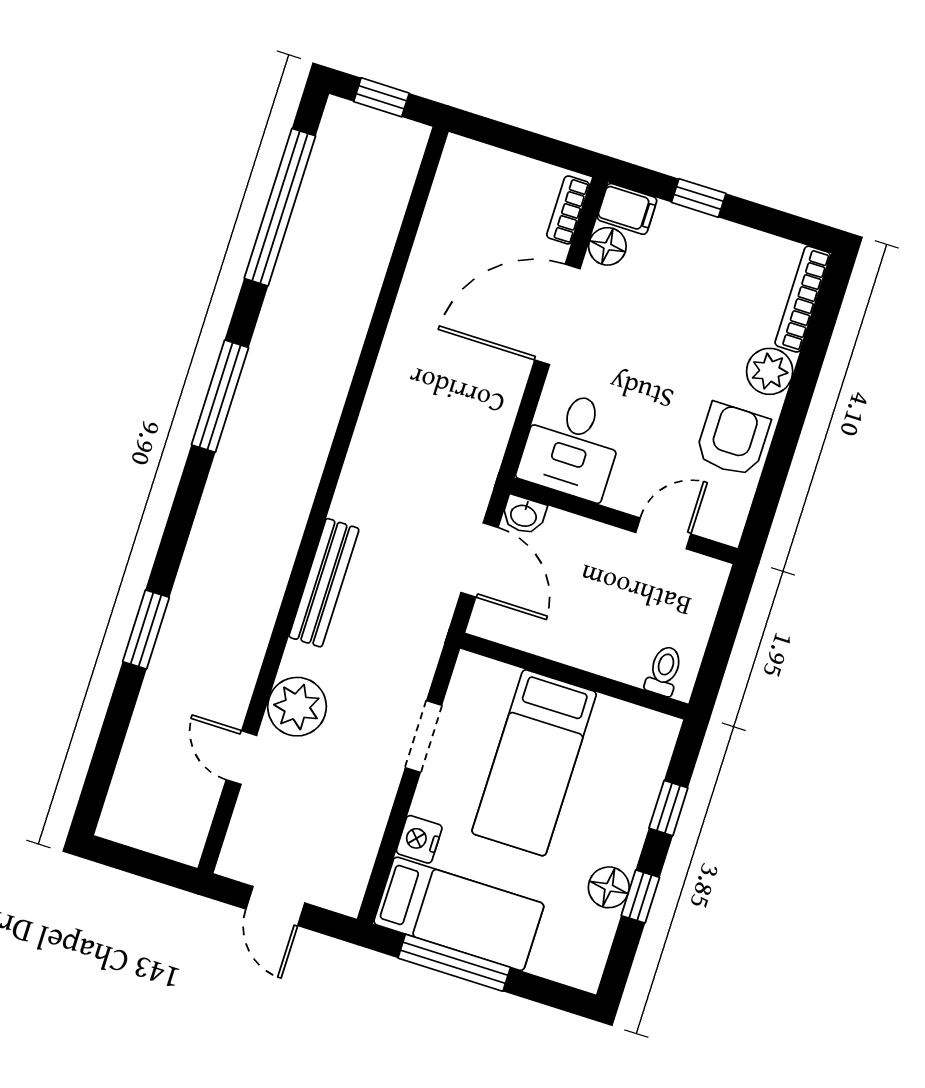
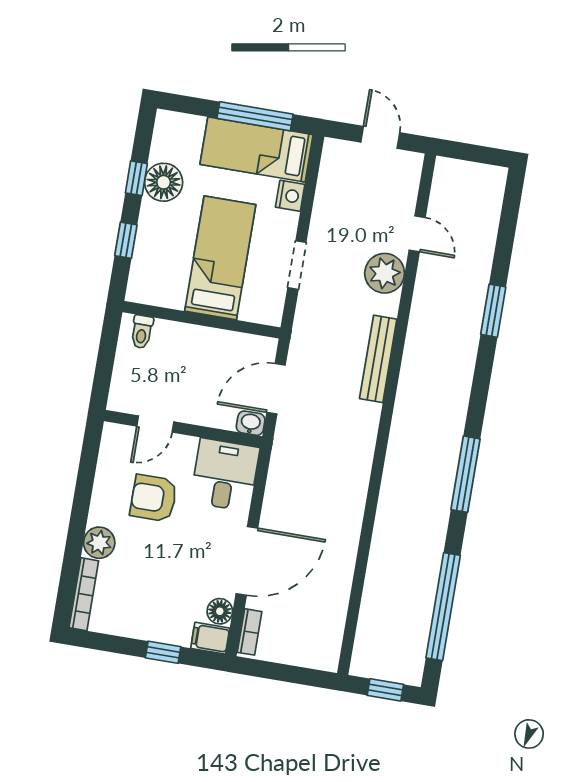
armchair: (733, 440) -> (154, 498), moved, turned 90
door: (480, 560) -> (276, 389), hinge flipped
floor lamp: (609, 887) -> (164, 182), width x1.38, depth x1.38

